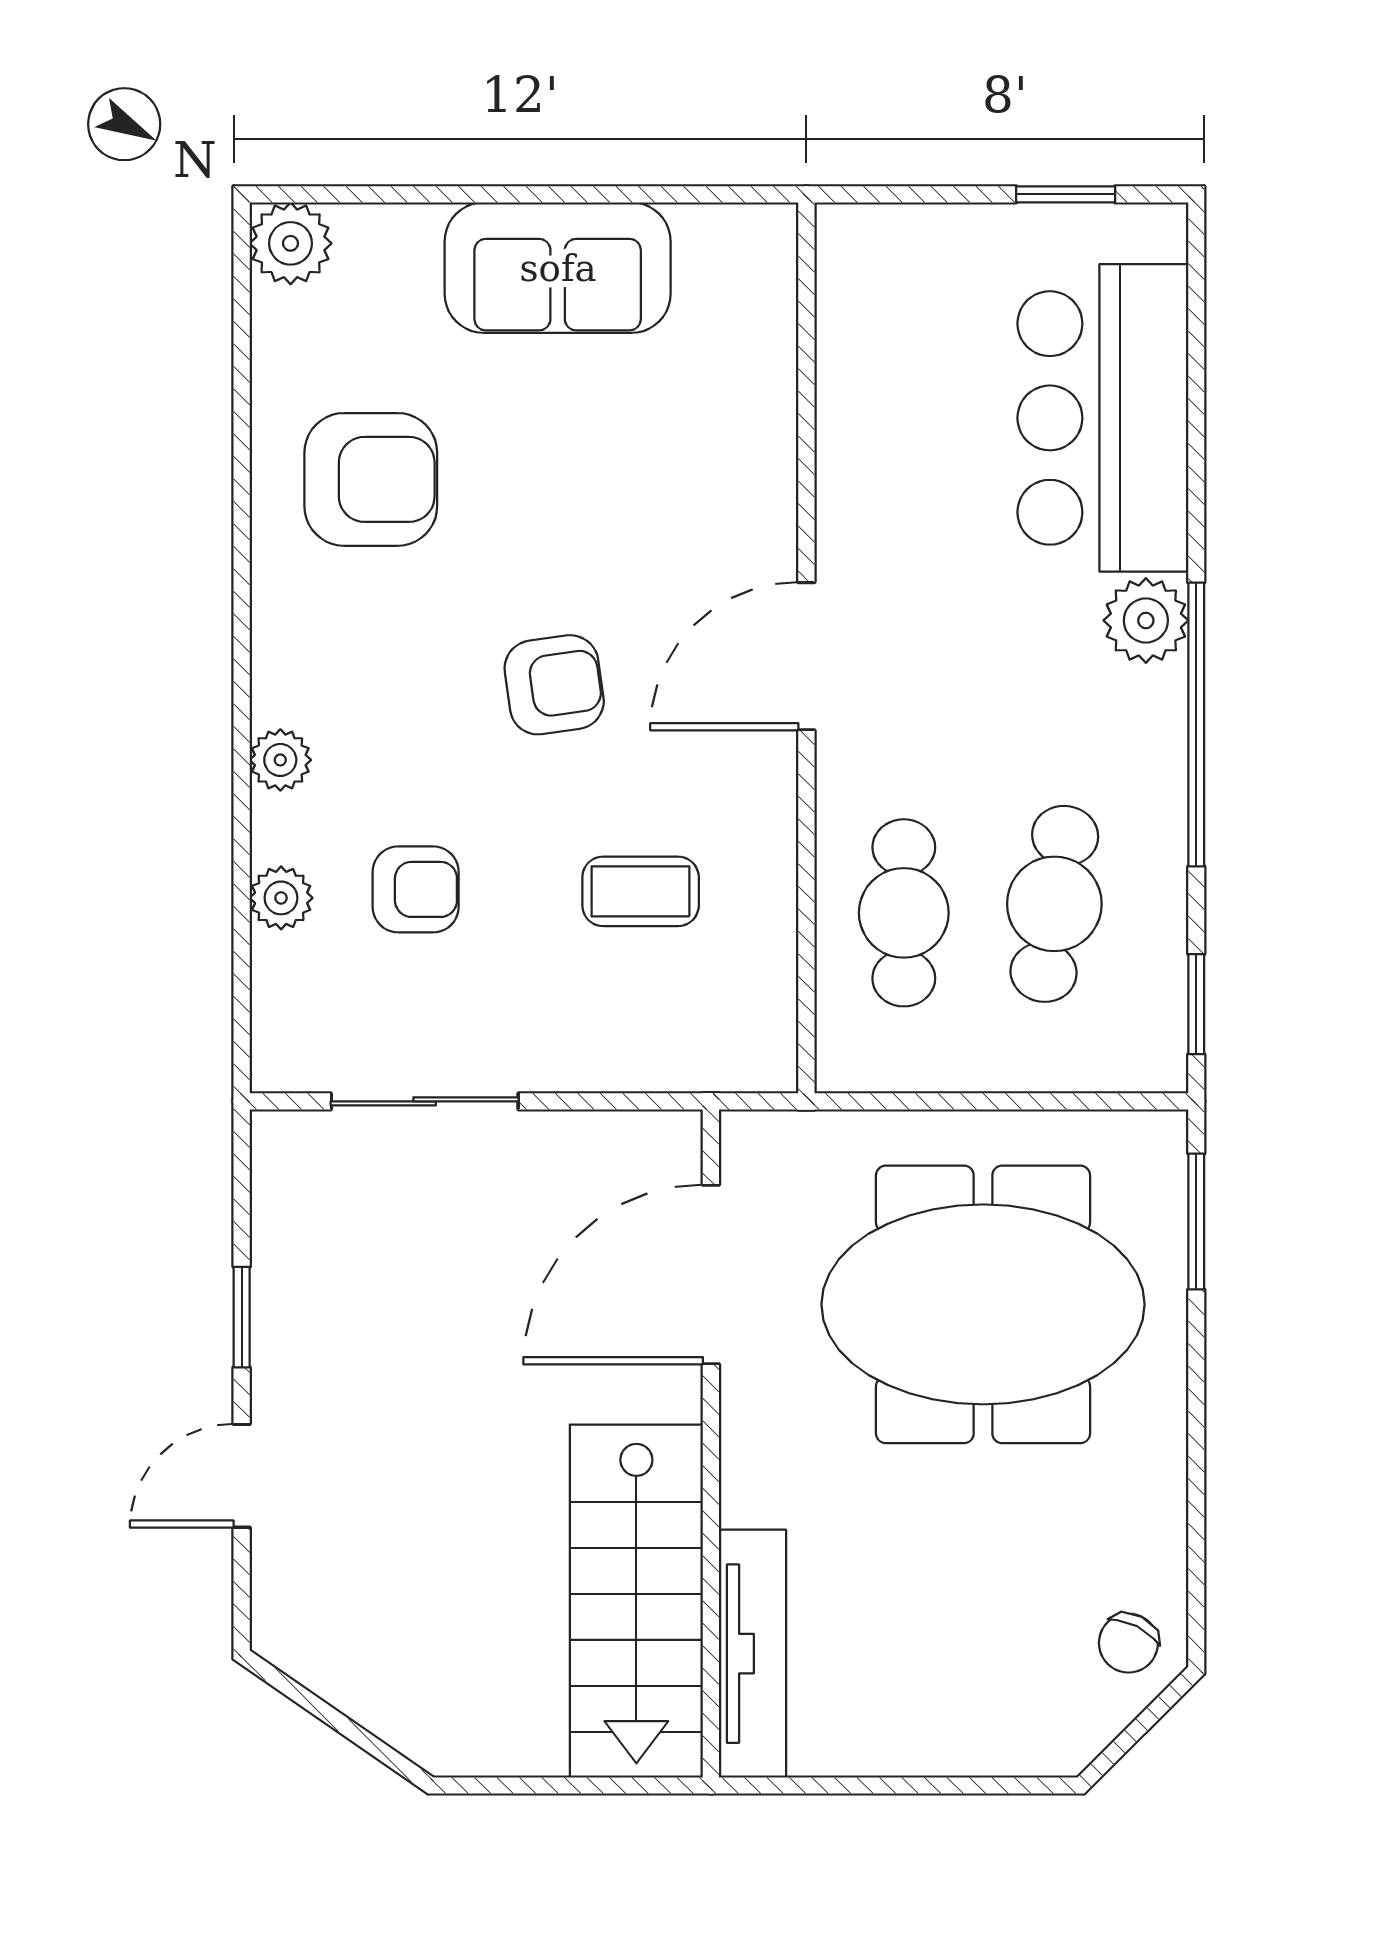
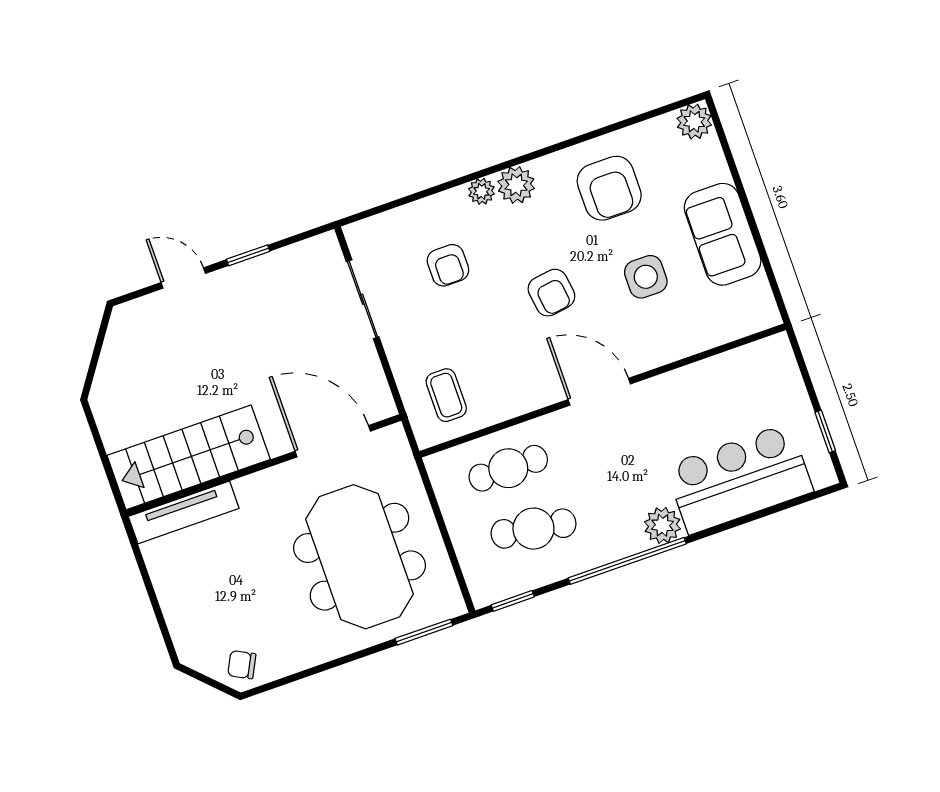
side table: (592, 467) -> (646, 277), added
coffee table: (641, 891) -> (446, 395), moved
plant: (281, 898) -> (516, 185), moved, width x1.38, depth x1.38

